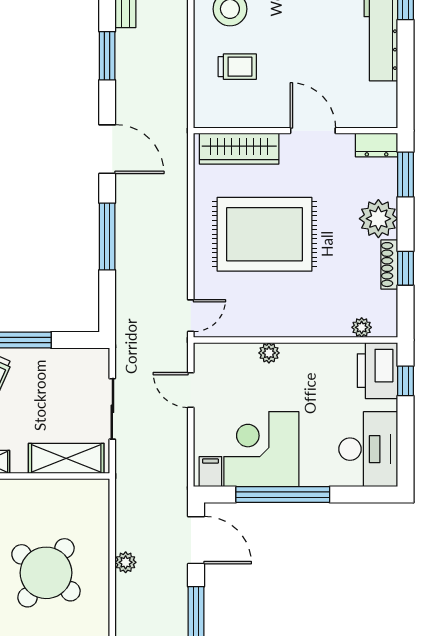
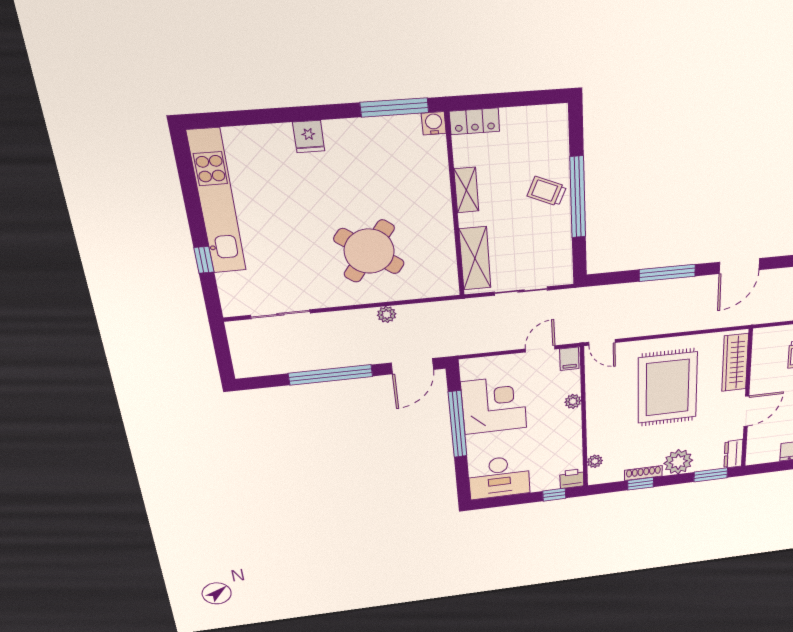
printer: (377, 371) -> (572, 479), width x0.53, depth x0.68
filing cabinet: (210, 472) -> (569, 359), moved, turned 90

